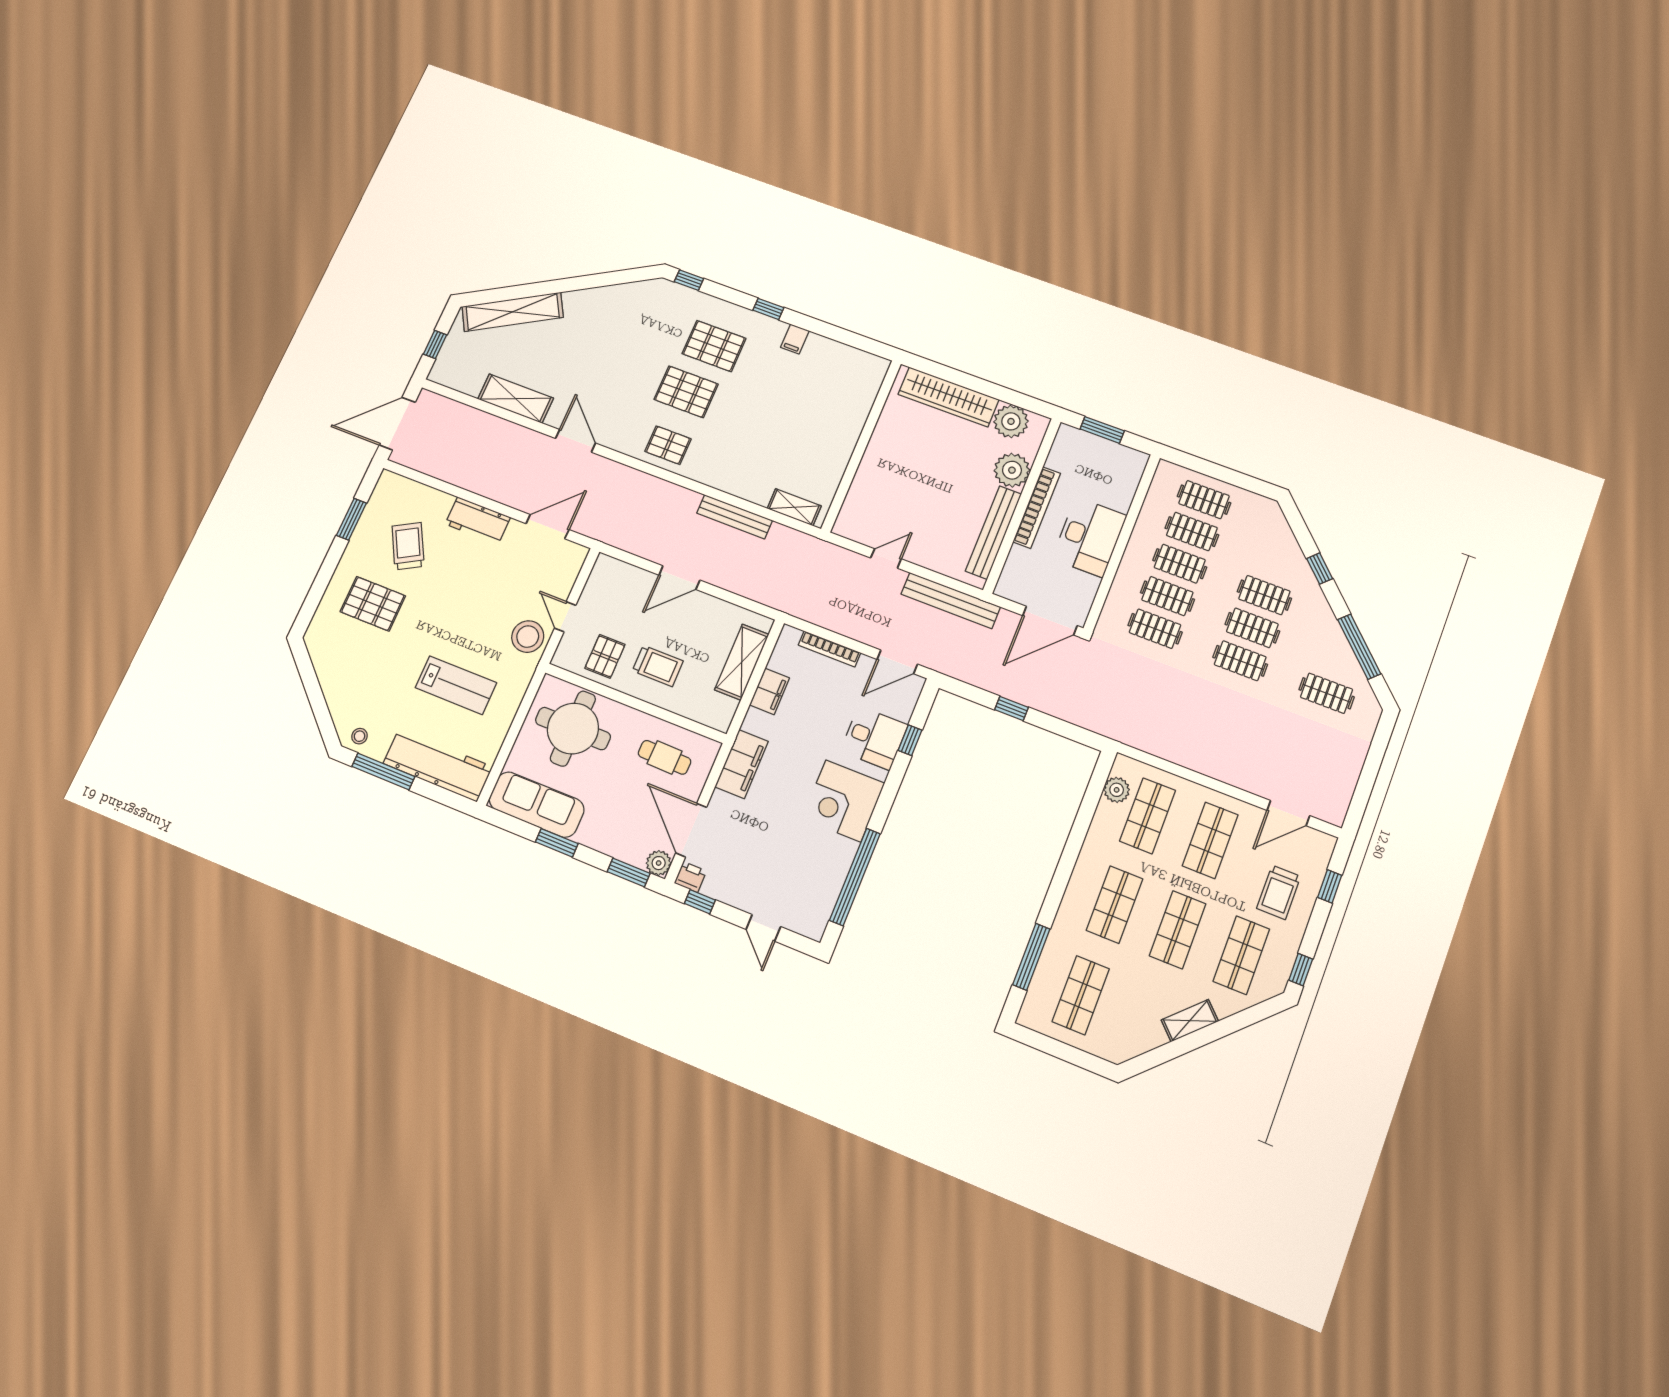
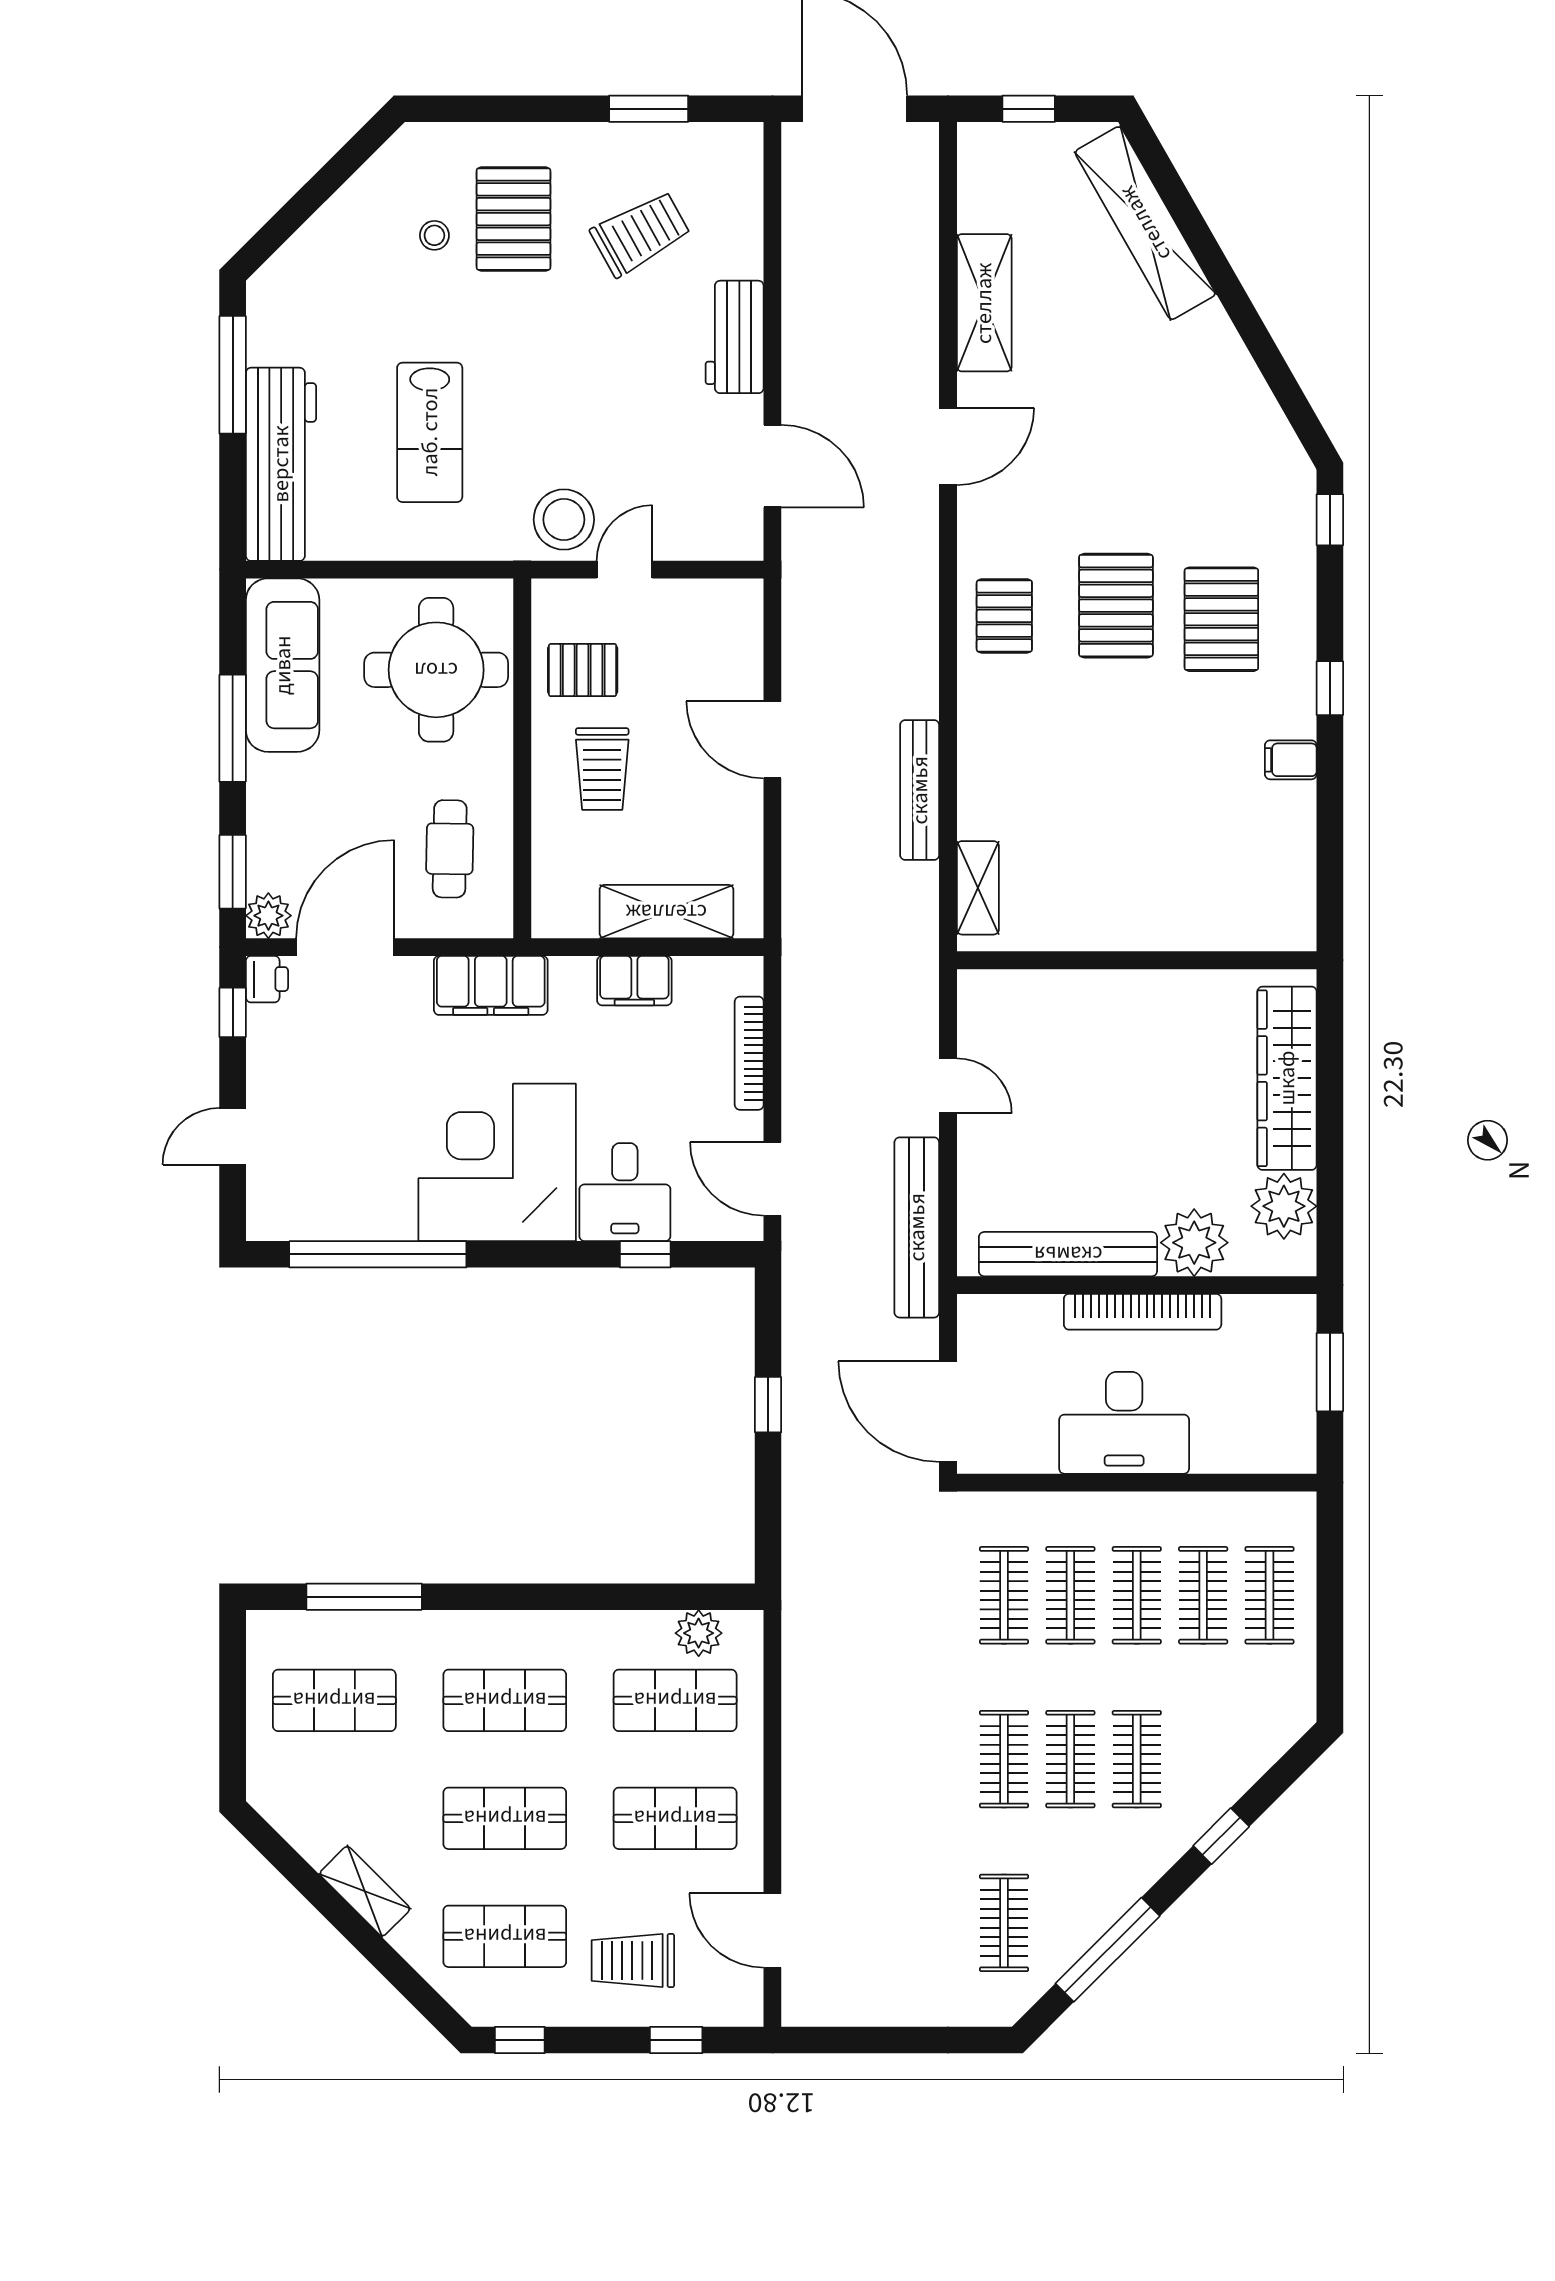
stool: (360, 736) -> (434, 235), moved
corner desk: (843, 801) -> (497, 1162), width x1.36, depth x1.36
window: (557, 843) -> (233, 728), width x1.44

